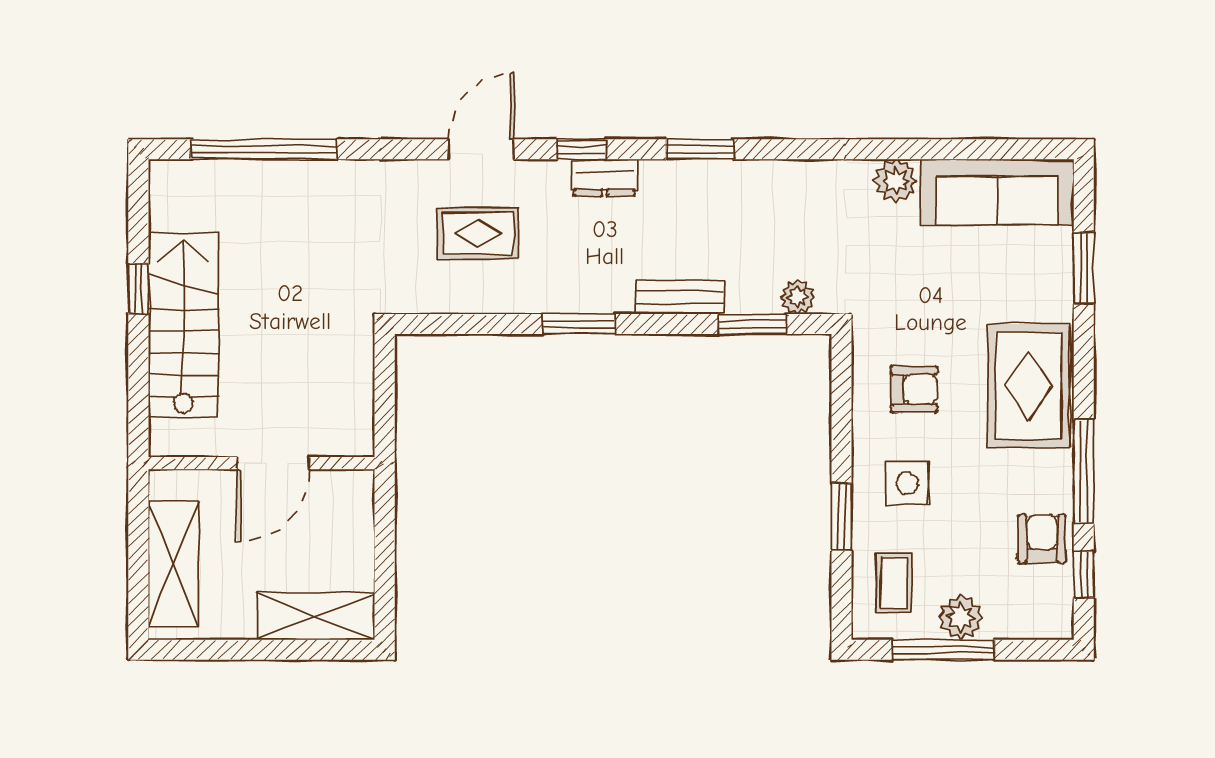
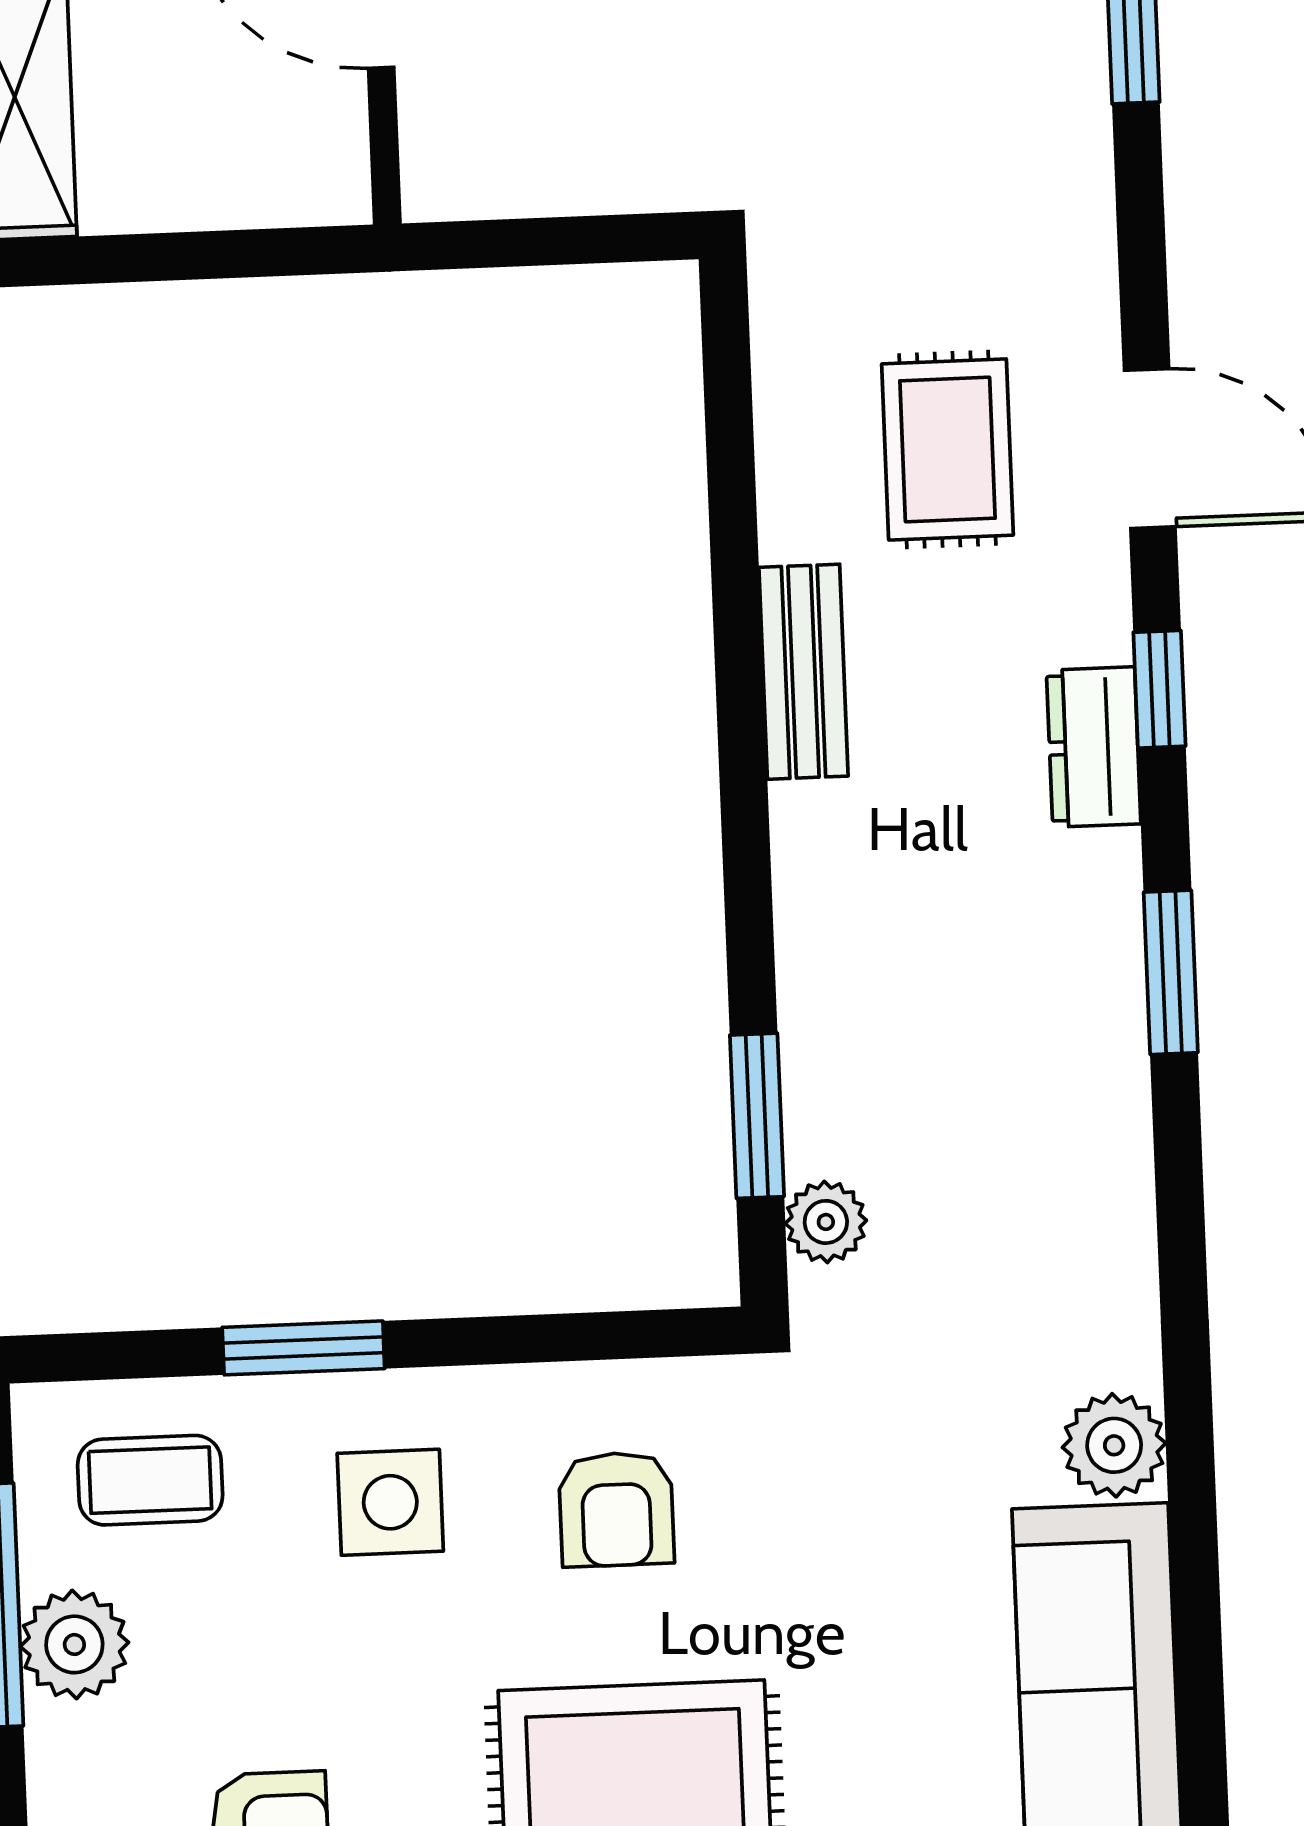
bench: (680, 297) -> (803, 672), moved
window: (579, 324) -> (740, 700), removed

